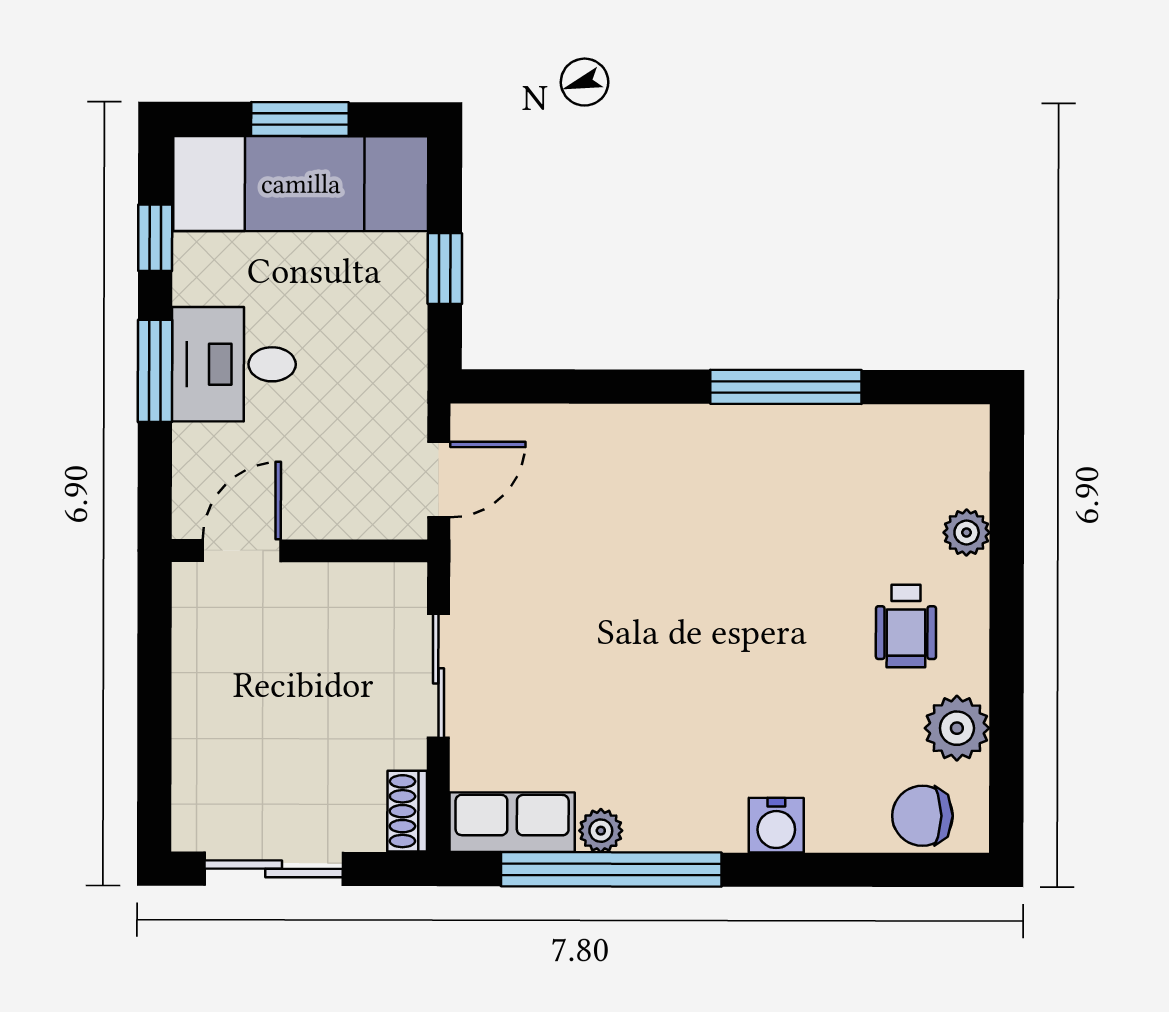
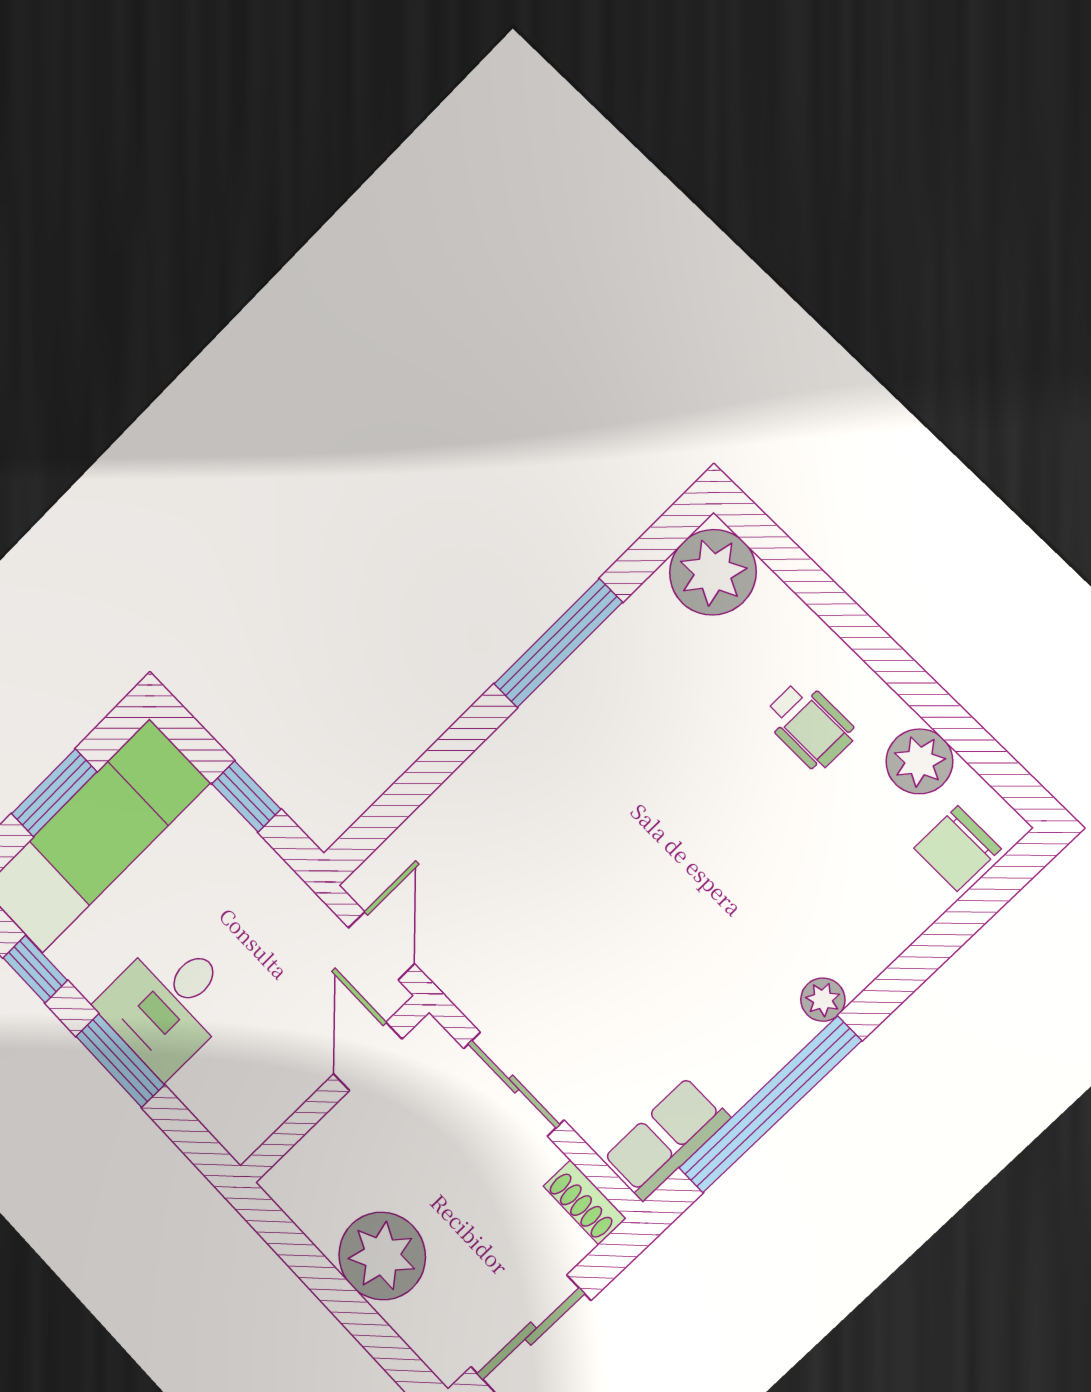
plant: (967, 533) -> (713, 572), moved, width x1.87, depth x1.87
door: (242, 551) -> (368, 1056), moved
plant: (216, 708) -> (382, 1256), added
water cooler: (776, 825) -> (858, 958), removed
plant: (601, 831) -> (823, 1000), moved

